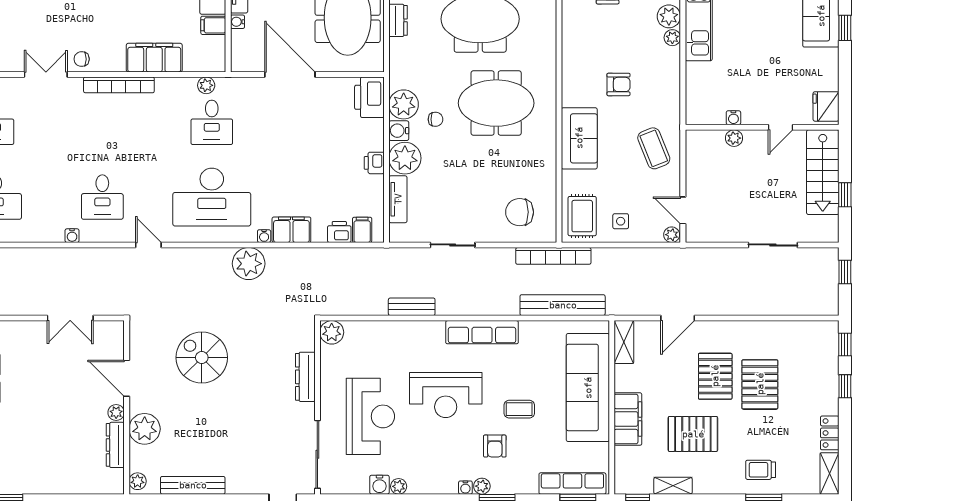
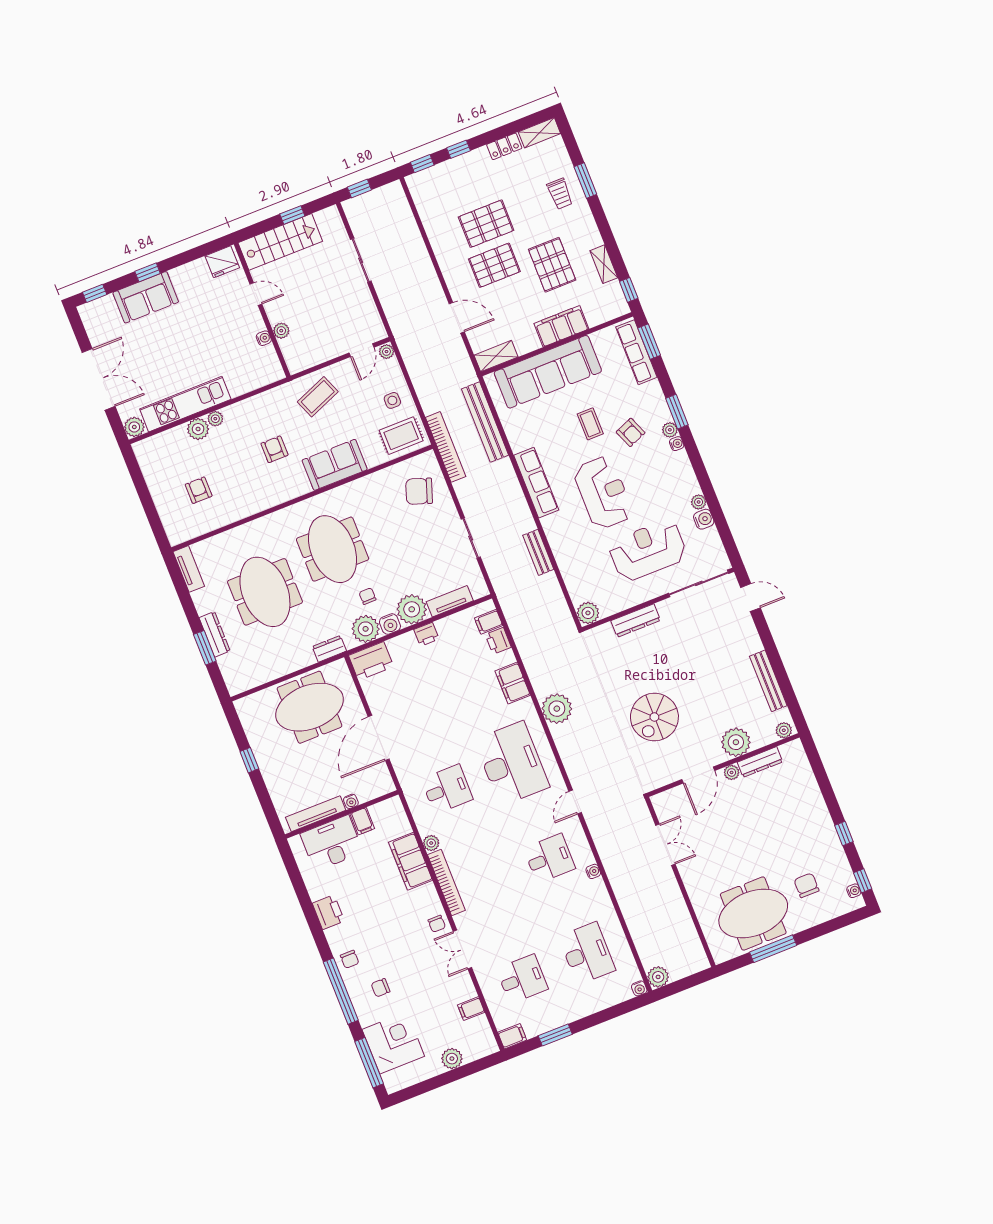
dresser: (398, 20) -> (329, 649), moved
plant: (206, 85) -> (431, 843), moved
chair: (520, 212) -> (419, 491), turned 109
water cooler: (264, 236) -> (528, 705), removed
armchair: (495, 446) -> (631, 432), turned 68

